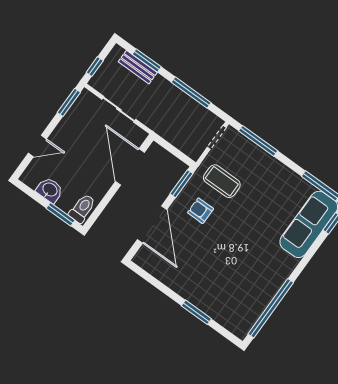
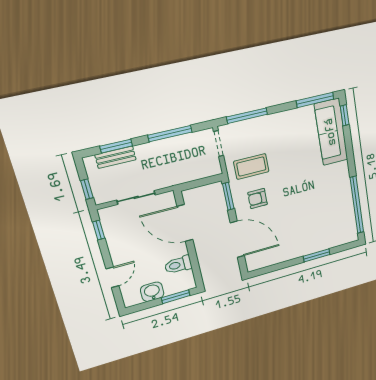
window: (69, 102) -> (99, 230), width x0.67
toilet: (82, 208) -> (178, 265), moved, turned -90

